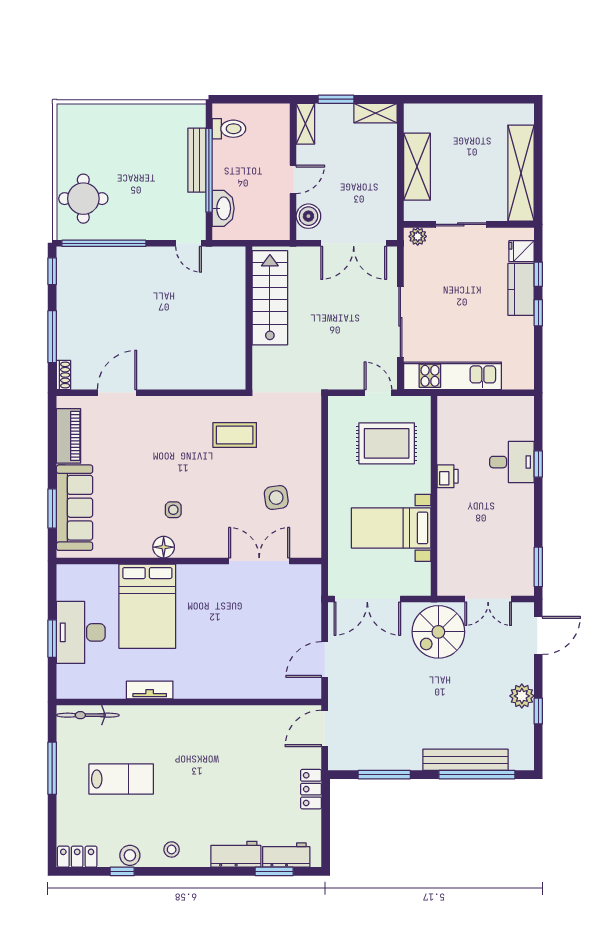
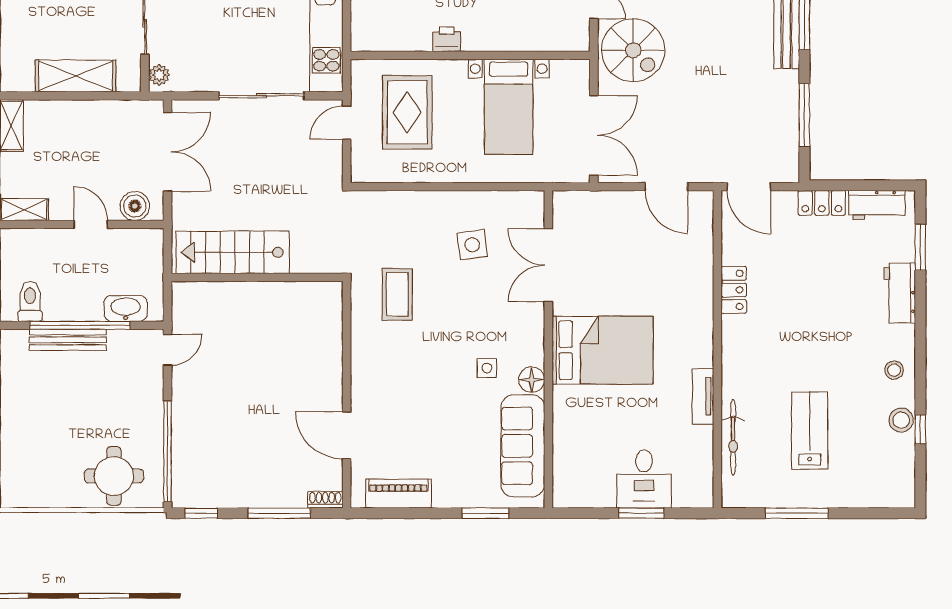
sofa: (75, 508) -> (523, 446), moved, turned -90
bed: (147, 606) -> (603, 350), moved
desk: (81, 632) -> (644, 479), width x0.73
bicycle: (88, 715) -> (733, 437), moved
workbench: (286, 855) -> (877, 205), moved, turned -90
locker: (77, 857) -> (734, 290), moved, turned 180

